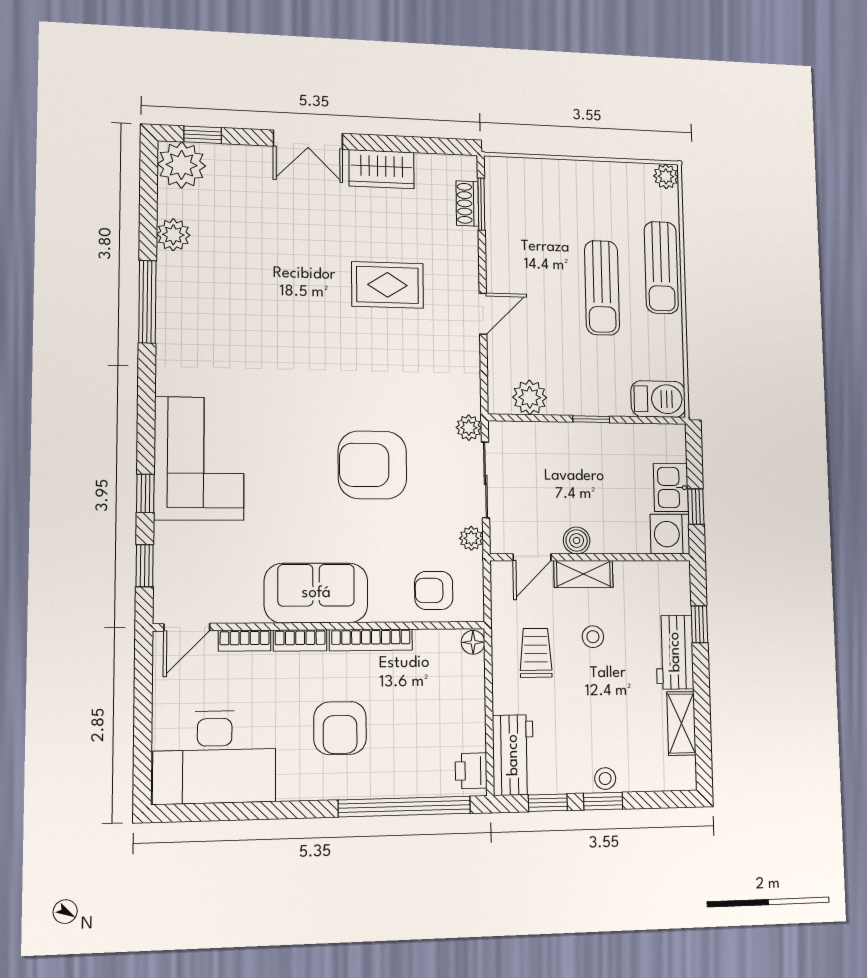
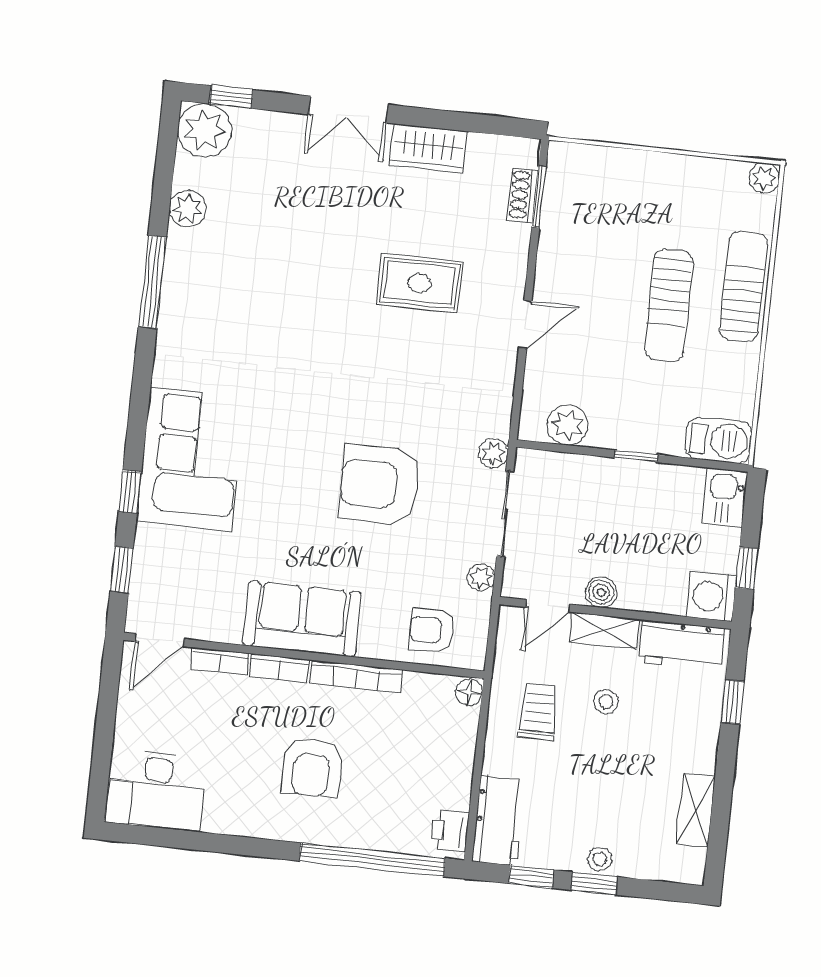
sun lounger: (661, 268) -> (743, 286), turned 180
kitchen sink: (671, 488) -> (725, 498), moved
workbench: (675, 652) -> (682, 645), moved, turned -90
desk: (215, 757) -> (157, 790), width x0.73, depth x0.77

